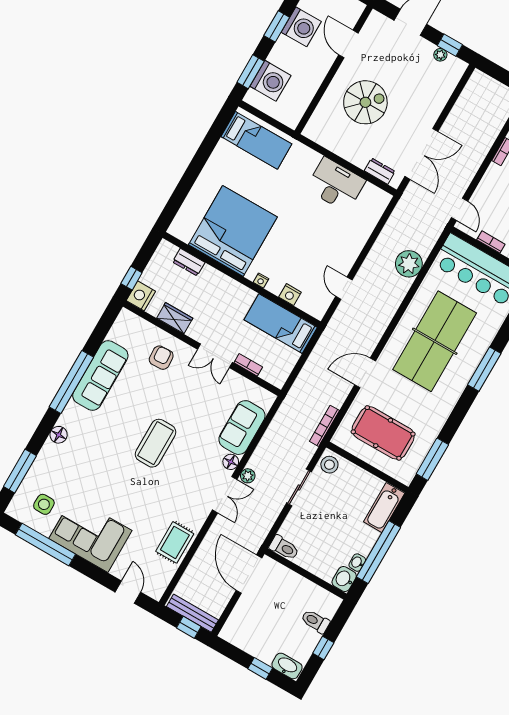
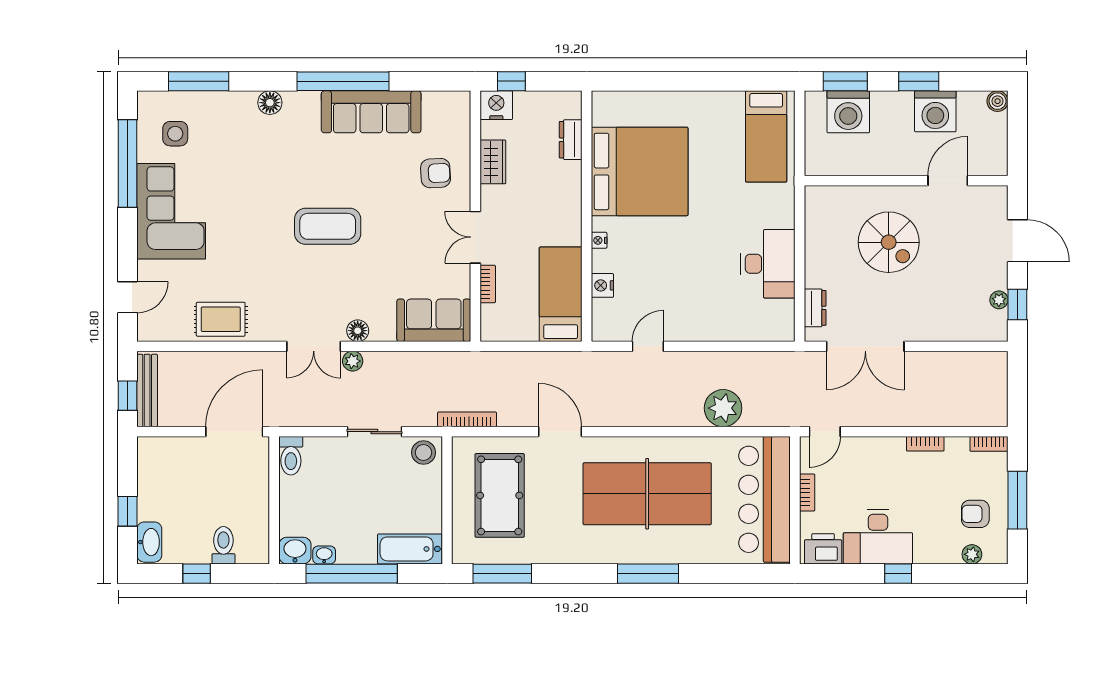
sofa: (242, 428) -> (434, 320), moved

